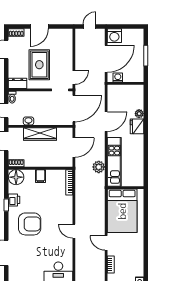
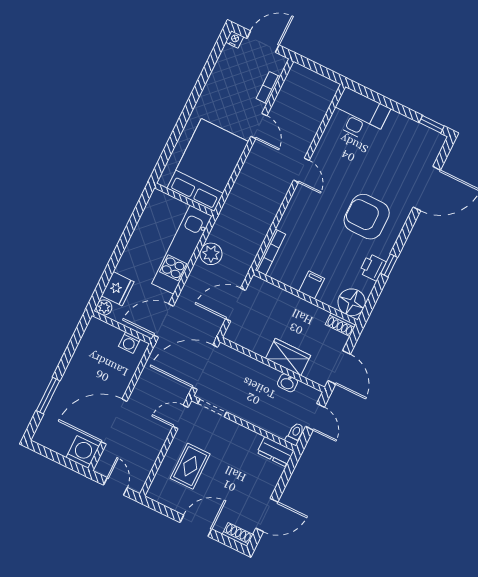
door: (89, 27) -> (115, 486), swing flipped
rug: (39, 65) -> (190, 466), moved, width x0.73, depth x0.70
washing machine: (118, 77) -> (129, 343), moved
wall: (125, 83) -> (122, 327), moved
wardrobe: (40, 134) -> (288, 357), width x0.67

